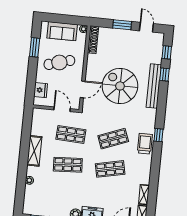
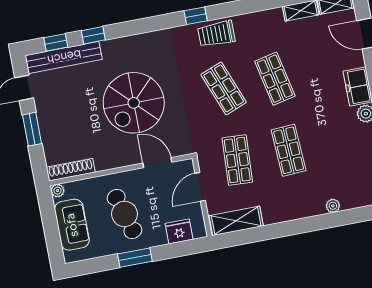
window: (35, 47) -> (135, 258), moved
bench: (154, 86) -> (64, 57), moved
shelving: (34, 151) -> (236, 221), moved

